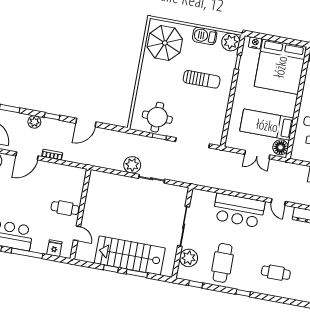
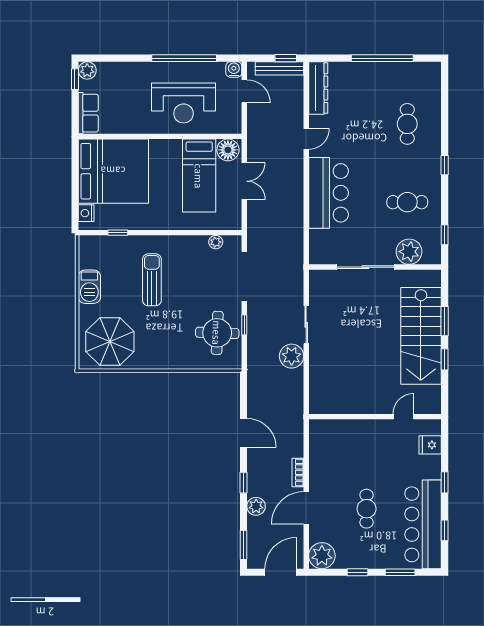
plant: (231, 42) -> (216, 242), moved, width x0.53, depth x0.53
door: (27, 156) -> (306, 508), swing flipped
cafe table: (65, 208) -> (367, 509), moved
window: (27, 253) -> (445, 482), width x0.46
cafe table: (223, 263) -> (407, 202), width x0.73, depth x0.74

